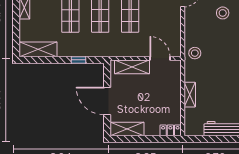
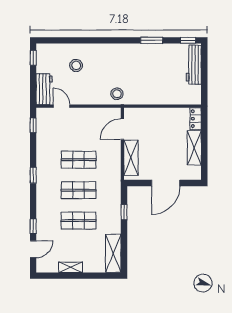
shelving: (190, 95) -> (159, 99), removed
shelving: (127, 129) -> (194, 148), moved

